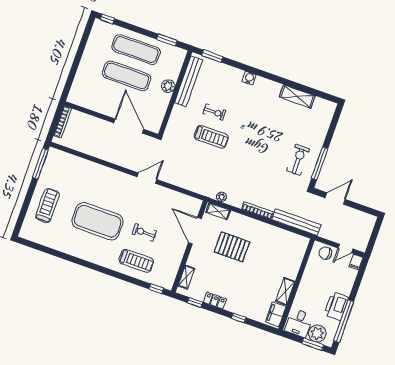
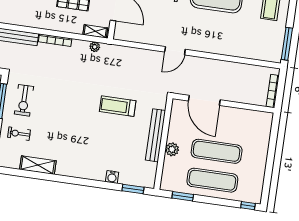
water cooler: (249, 78) -> (112, 177), moved
bench: (188, 81) -> (156, 135), moved
exercise bike: (214, 112) -> (19, 134), moved

